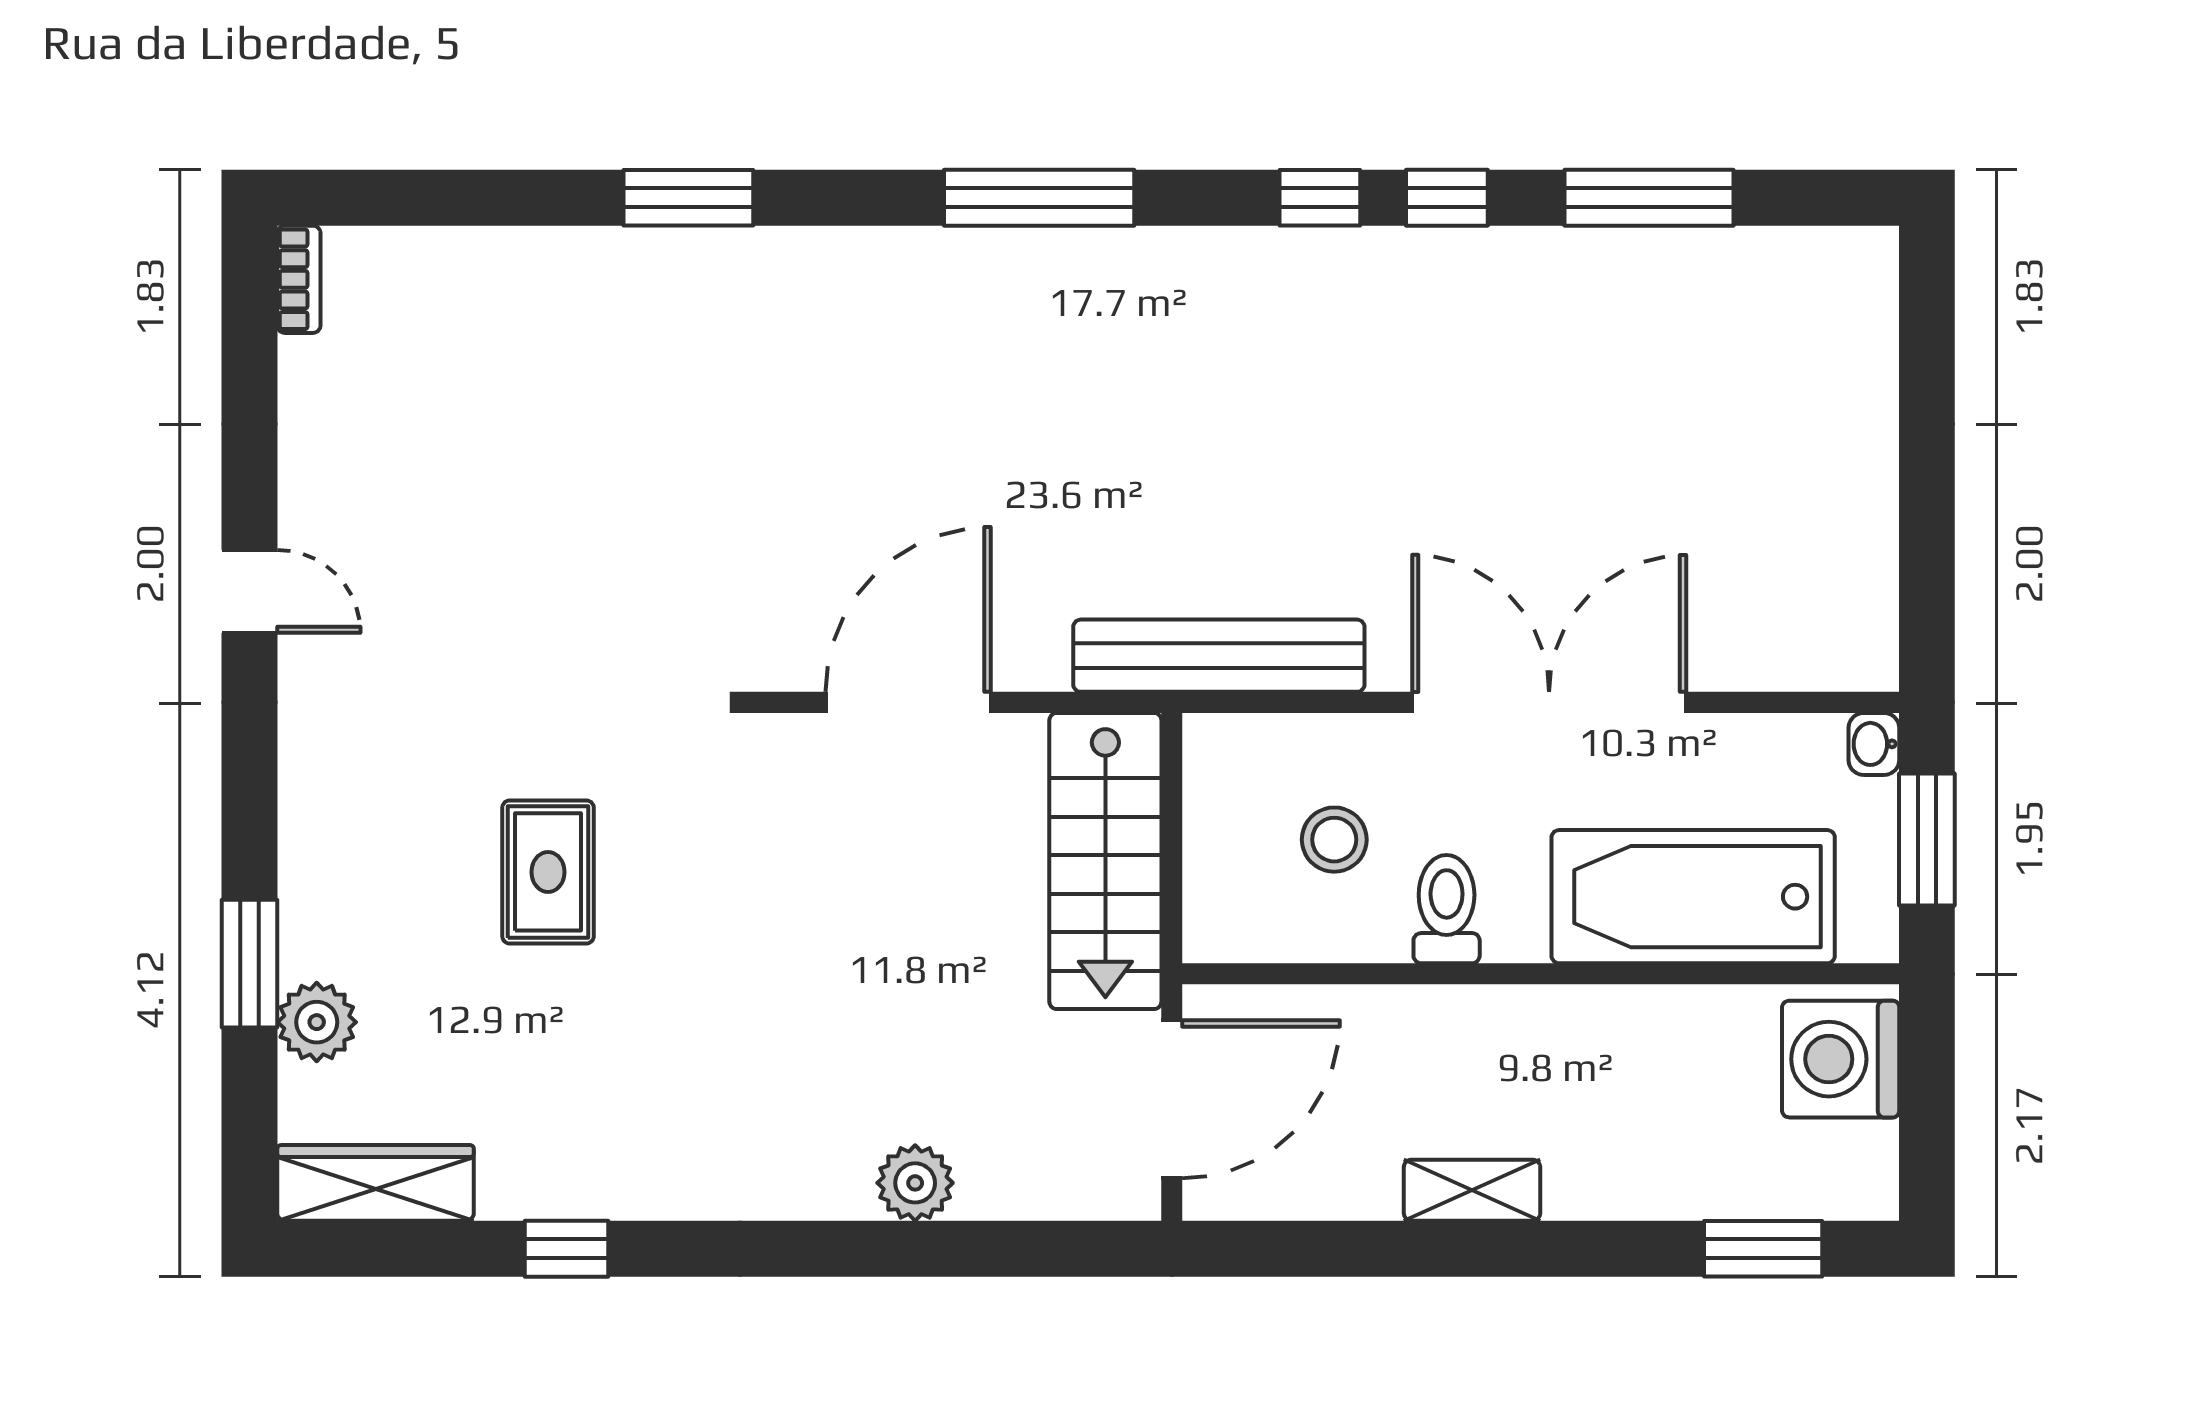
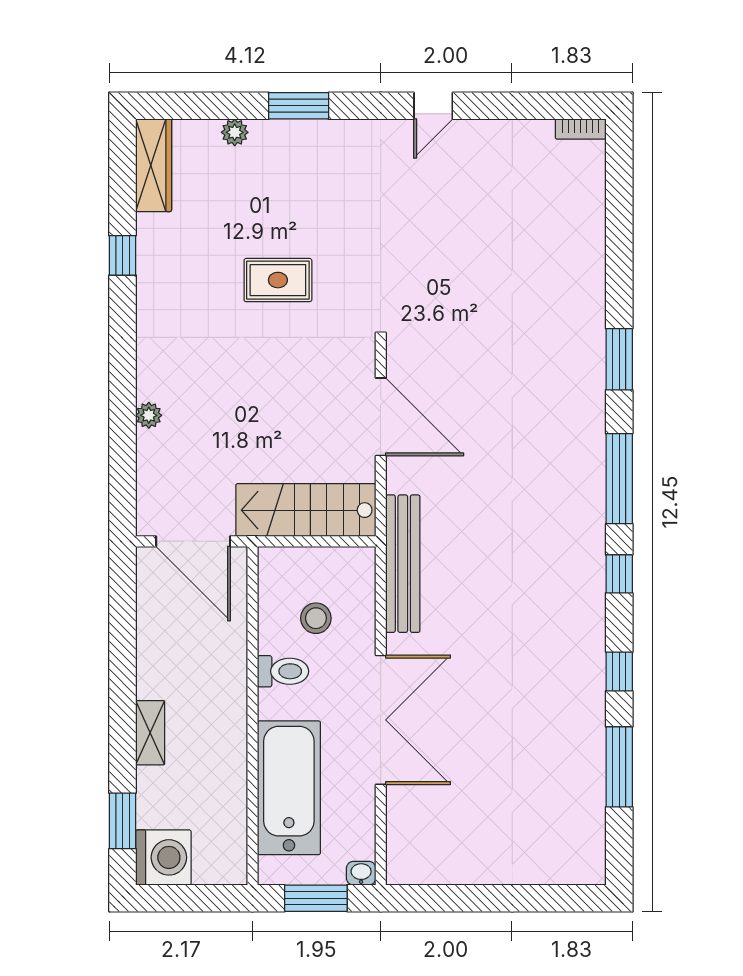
window: (688, 198) -> (619, 359), moved
window: (1320, 198) -> (619, 574), moved
rug: (548, 872) -> (278, 280), moved
window: (250, 964) -> (299, 106), moved
plant: (317, 1022) -> (235, 132), width x0.73, depth x0.73
washing machine: (1841, 1059) -> (163, 857), moved, turned 90
plant: (915, 1183) -> (149, 415), width x0.73, depth x0.73
shelving: (1472, 1190) -> (150, 733), moved

